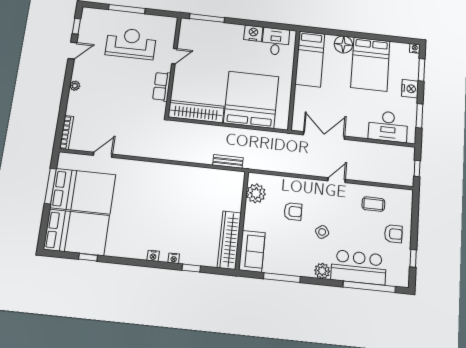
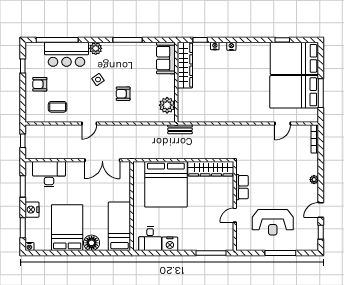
plant: (256, 193) -> (167, 105), moved
wall: (242, 220) -> (176, 82), moved
wardrobe: (229, 240) -> (185, 65), moved
sofa: (252, 251) -> (166, 58), moved

